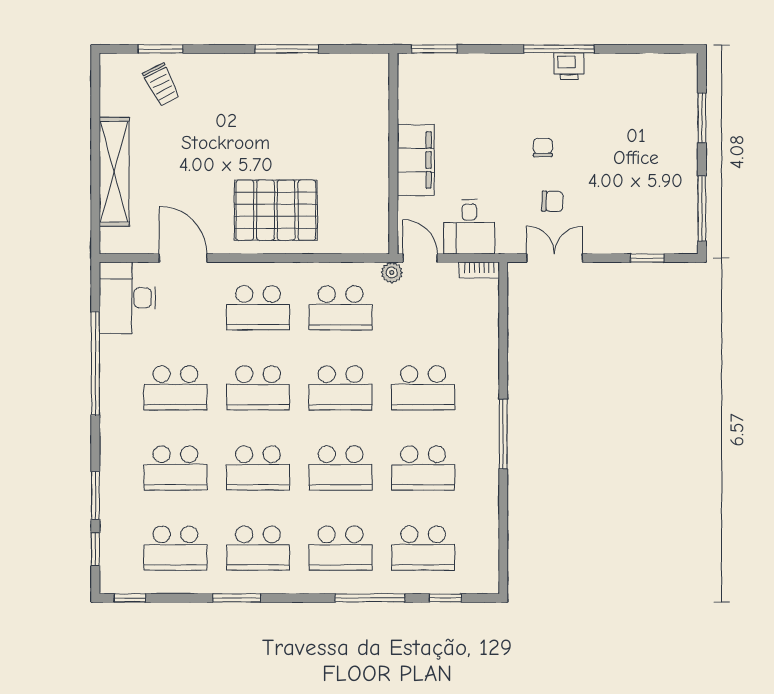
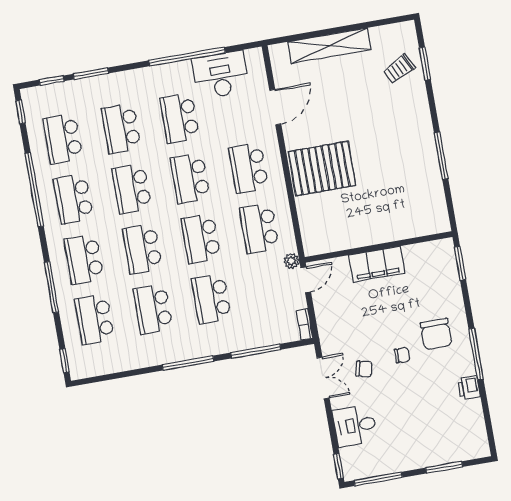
printer: (569, 66) -> (469, 388), moved
chair: (523, 97) -> (436, 334), added
chair: (552, 201) -> (364, 369), turned -78
pallet: (276, 210) -> (322, 169), turned 90
desk: (469, 227) -> (355, 426), moved
window: (647, 258) -> (339, 466), moved
desk: (127, 298) -> (220, 75), moved
window: (503, 341) -> (256, 351), added
window: (237, 598) -> (34, 190), width x2.11
window: (445, 598) -> (64, 361), moved

